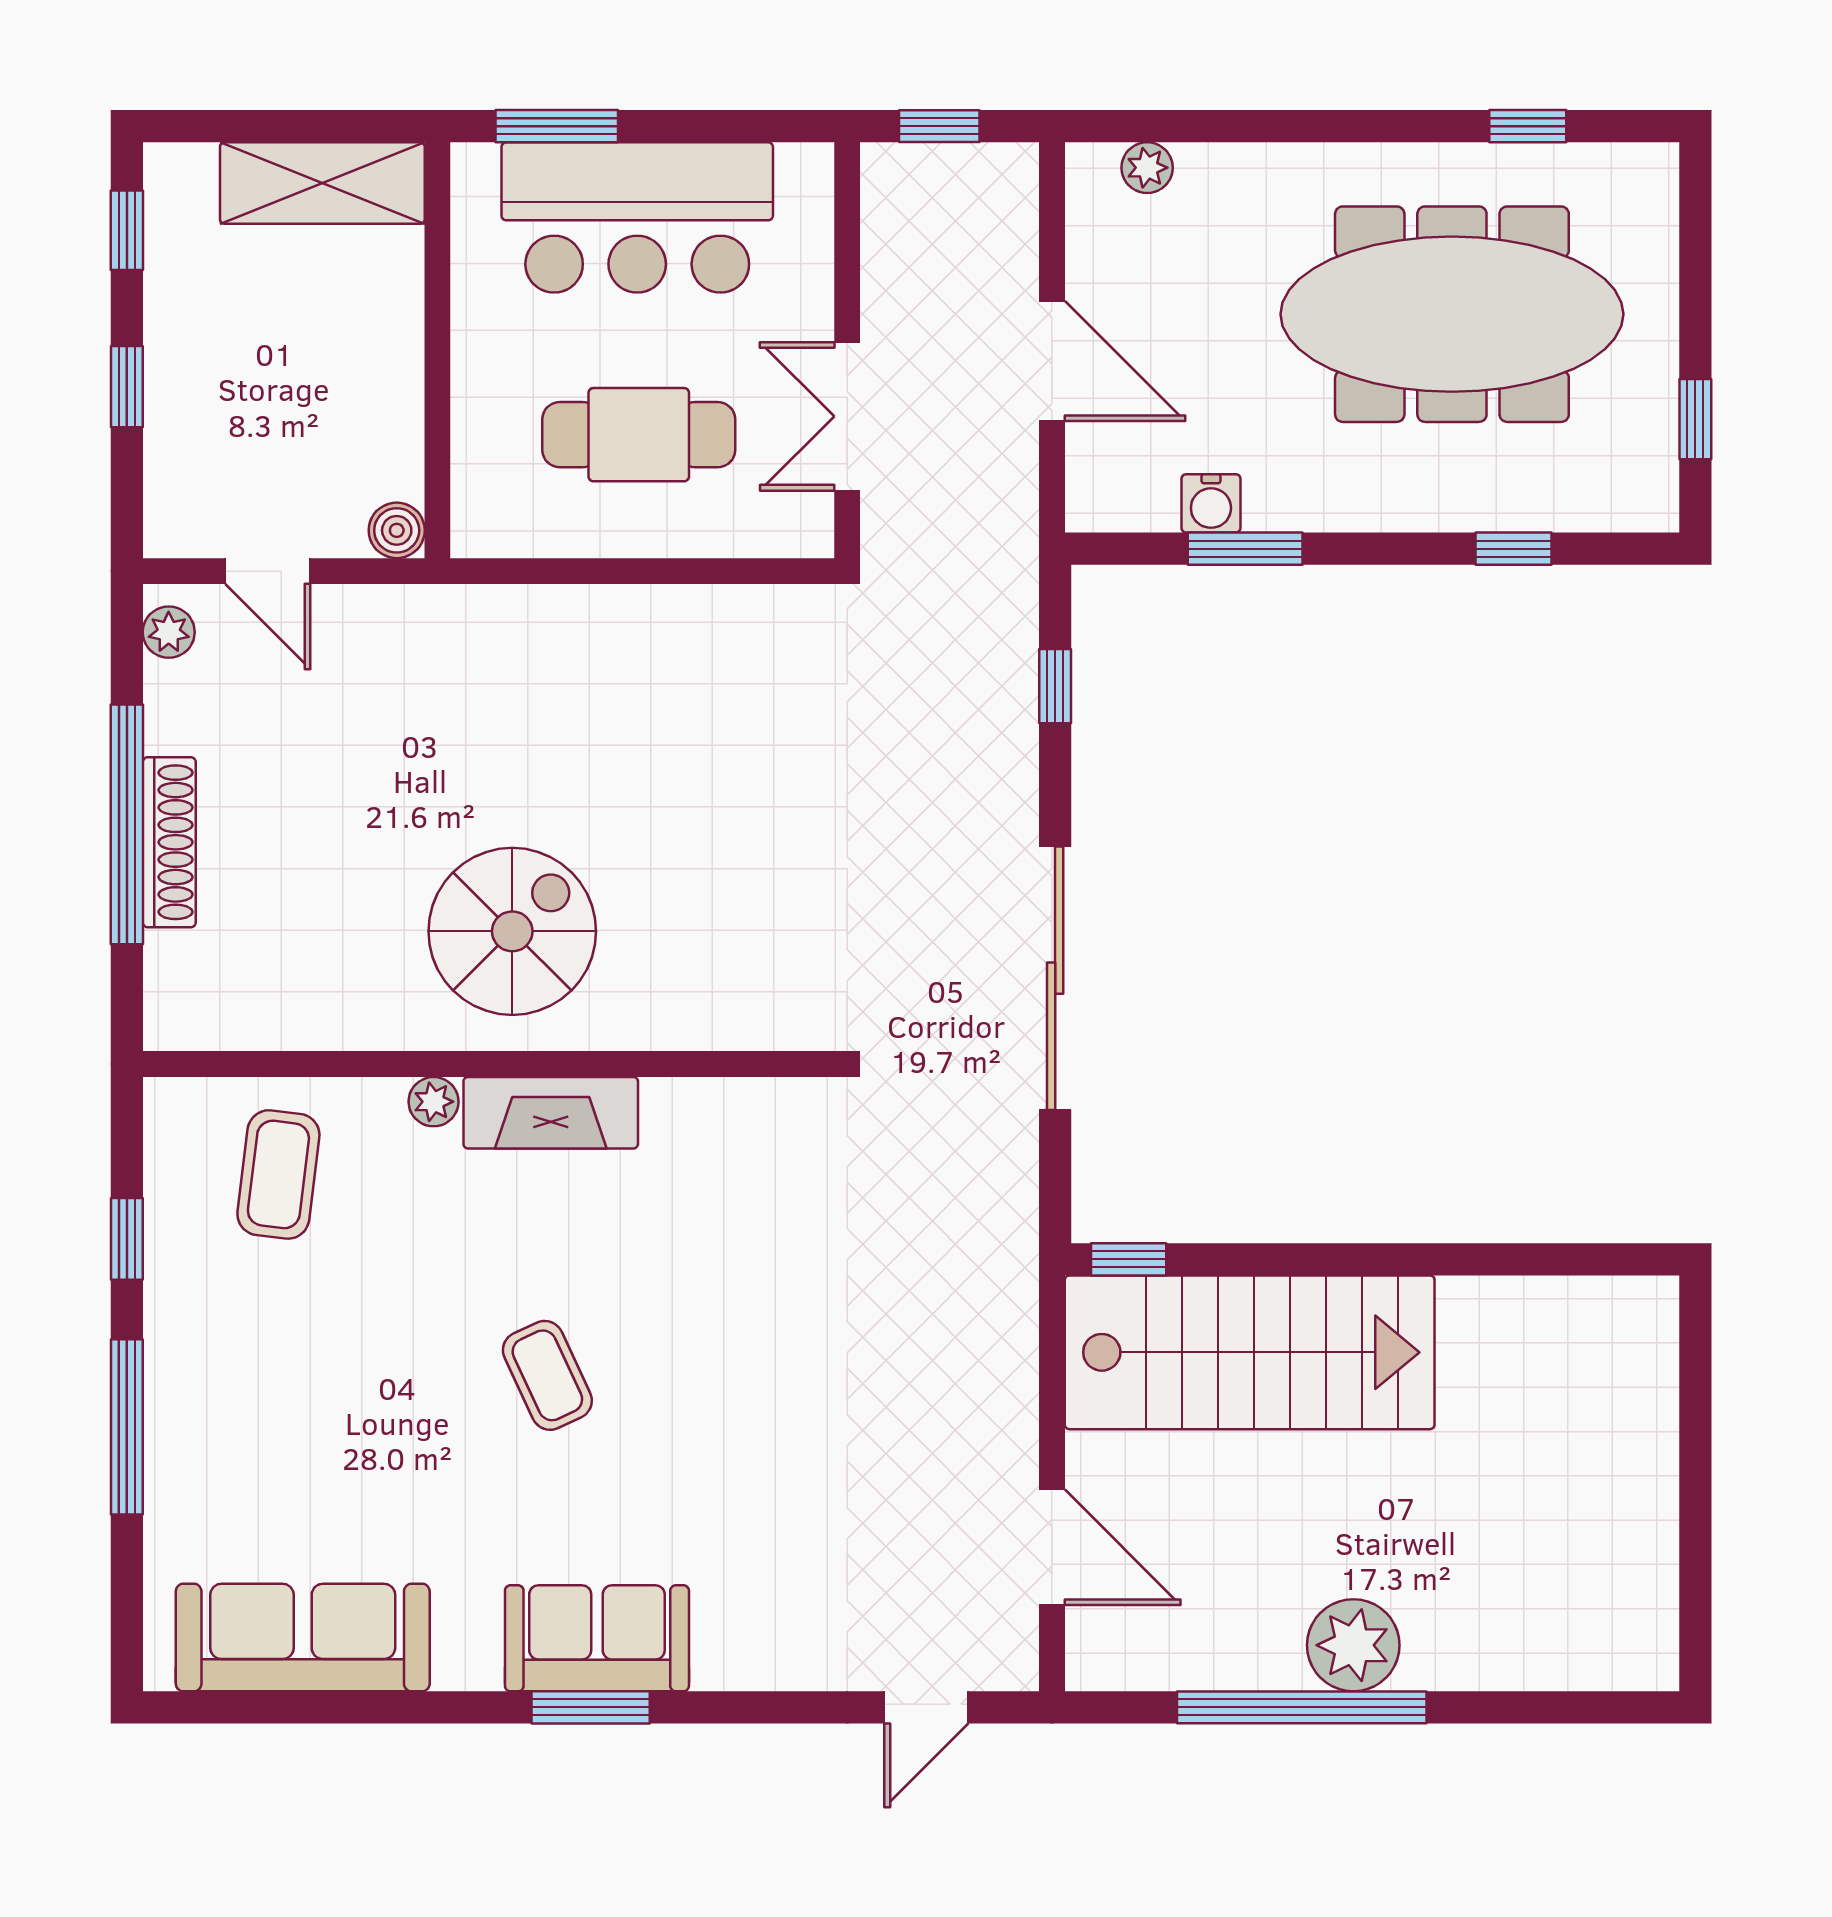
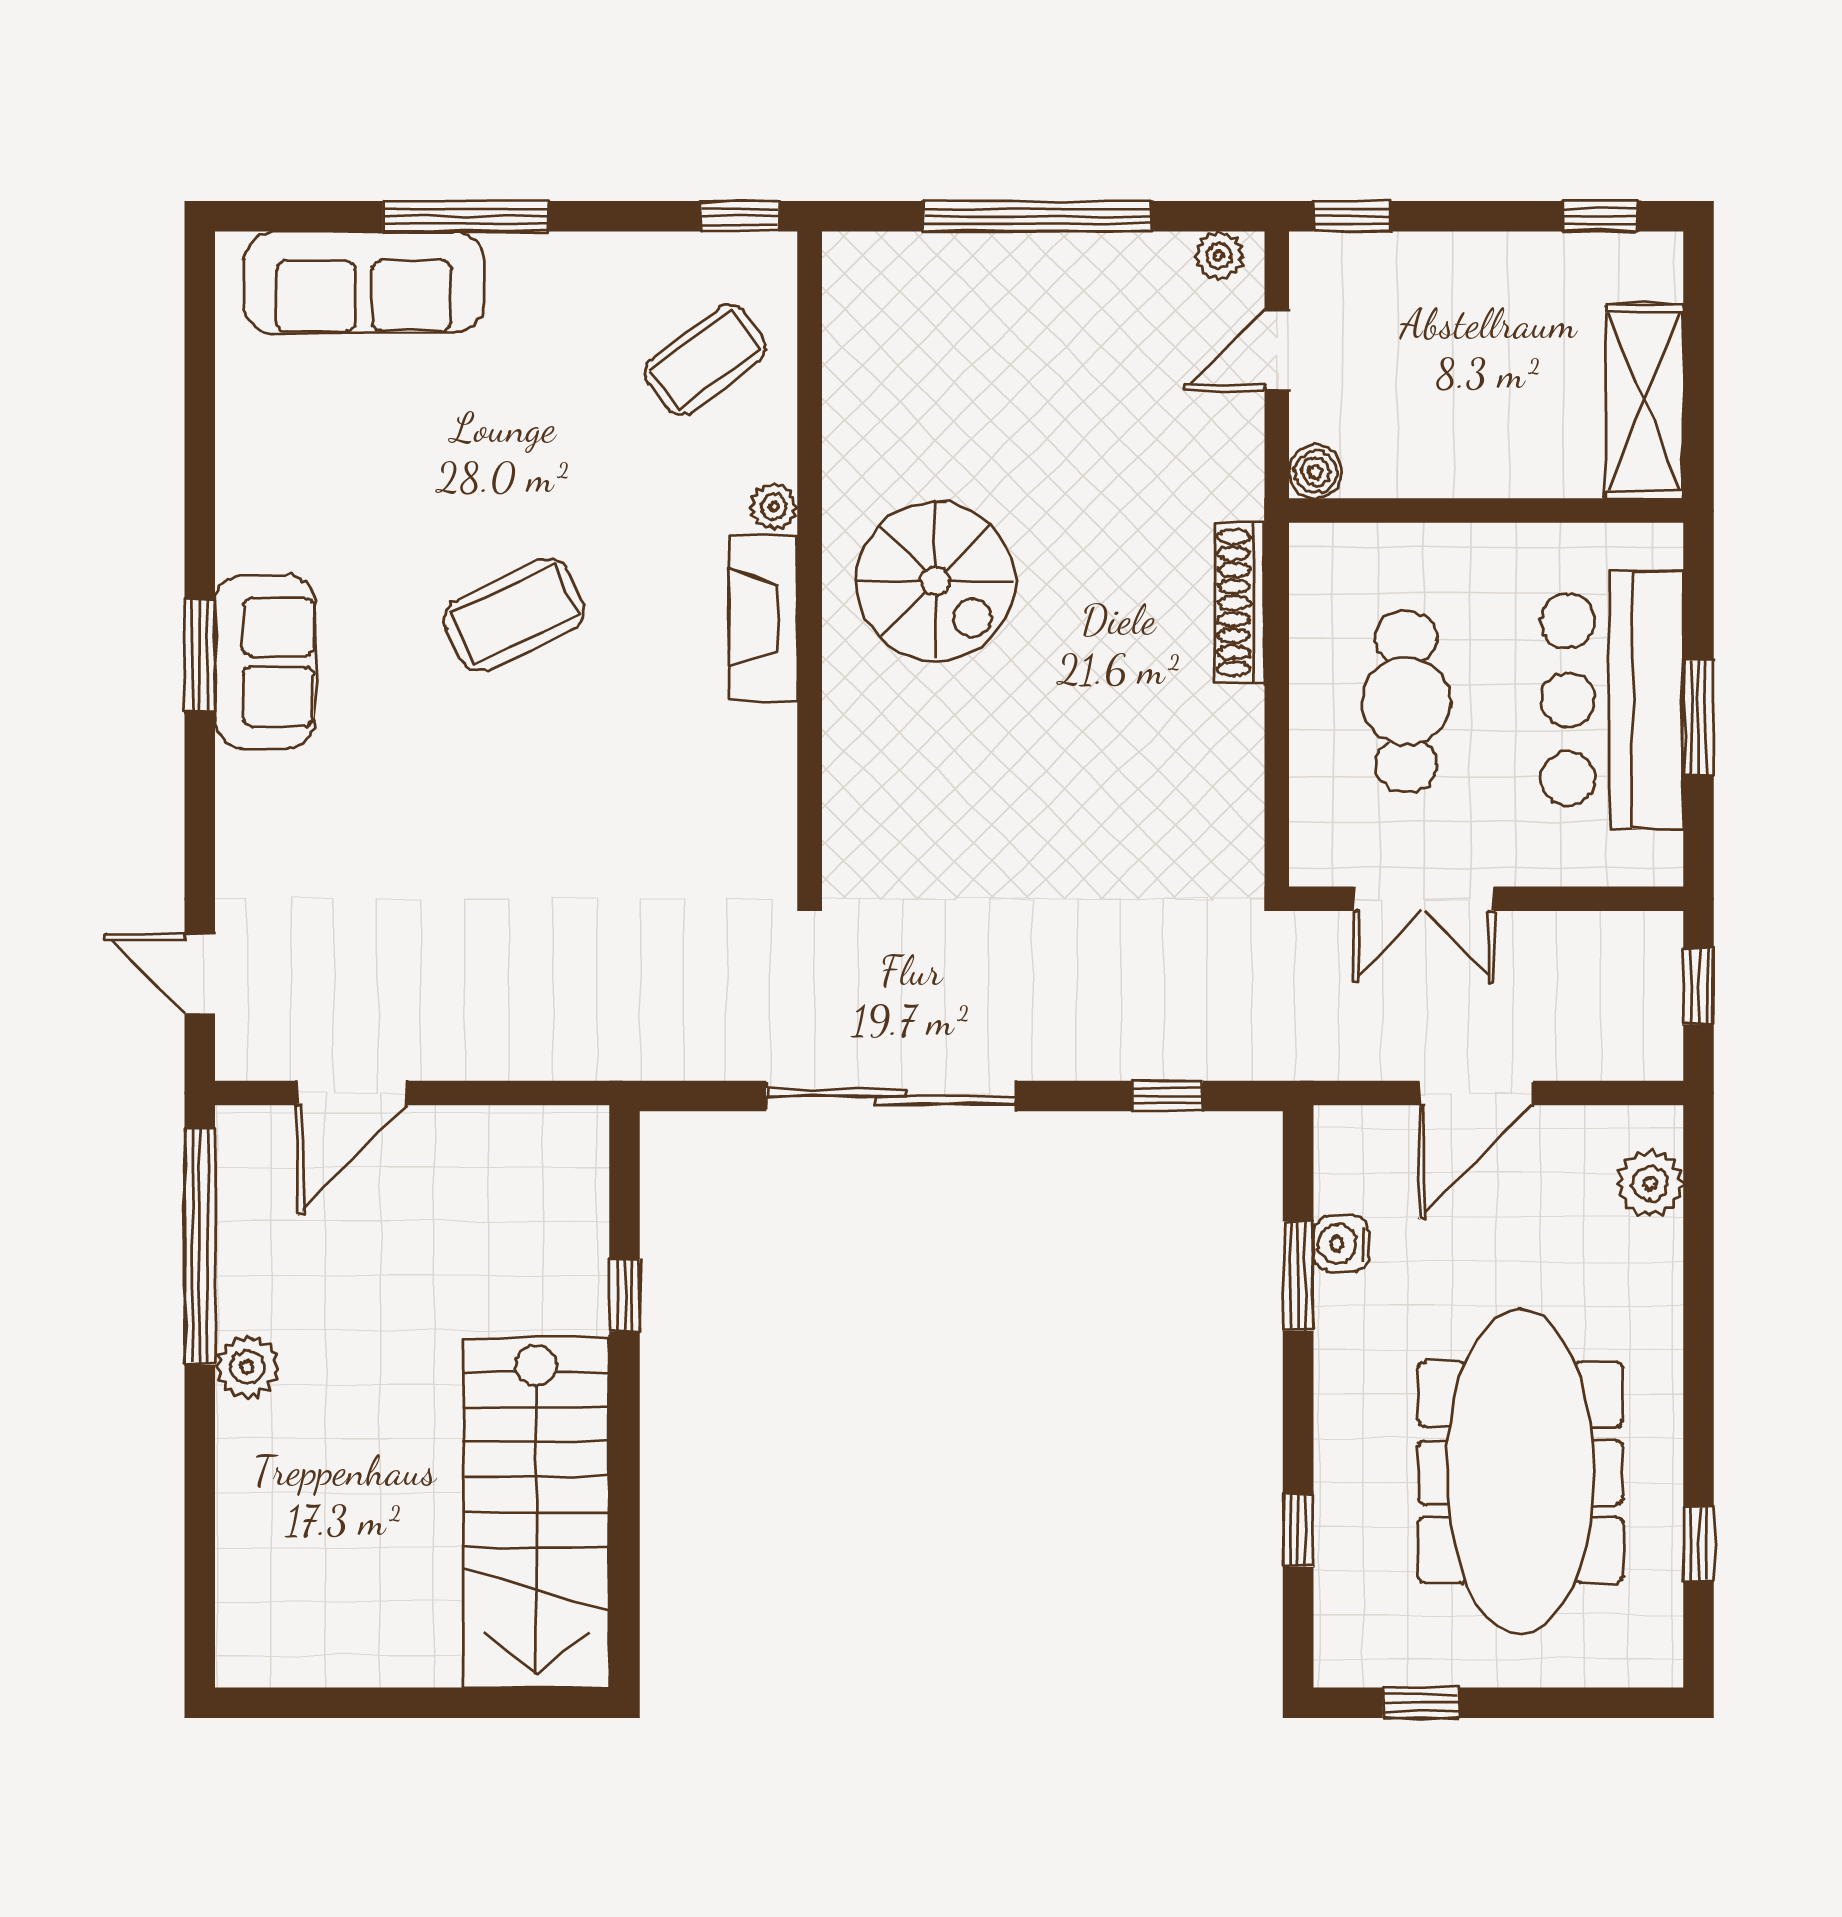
window: (557, 126) -> (1699, 718), moved
plant: (1147, 168) -> (1650, 1183), width x1.38, depth x1.38
window: (127, 387) -> (1352, 216), moved
double door: (847, 416) -> (1423, 899), swing flipped
shoe rack: (169, 842) -> (1240, 603), moved, turned 90
coffee table: (278, 1174) -> (705, 360), turned -44
window: (127, 1239) -> (740, 216), moved
window: (1129, 1259) -> (625, 1295), moved
stairs: (1250, 1352) -> (536, 1512), moved
coffee table: (547, 1375) -> (515, 615), width x1.36, depth x1.30
sofa: (303, 1638) -> (364, 282), moved, turned 90
plant: (1353, 1645) -> (247, 1367), width x0.73, depth x0.73
window: (1302, 1707) -> (200, 1246), moved

